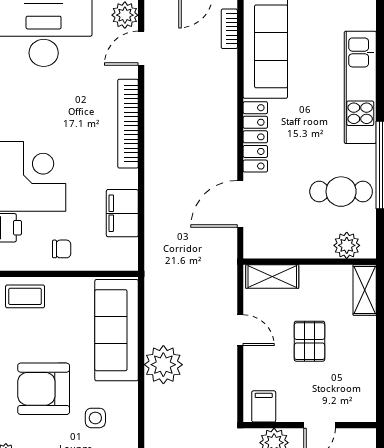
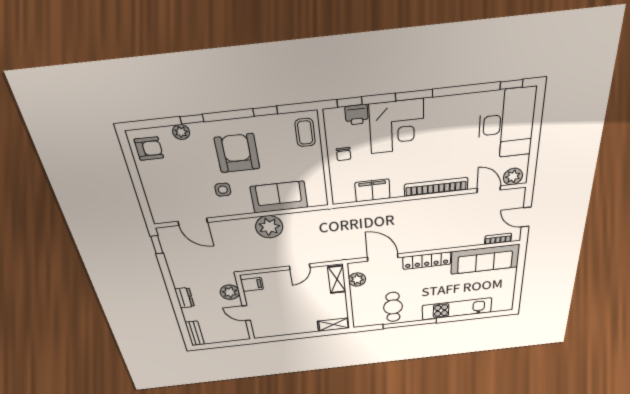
plant: (347, 245) -> (357, 280), moved
sofa: (117, 330) -> (279, 197), width x0.73
pallet: (310, 341) -> (298, 302), removed

